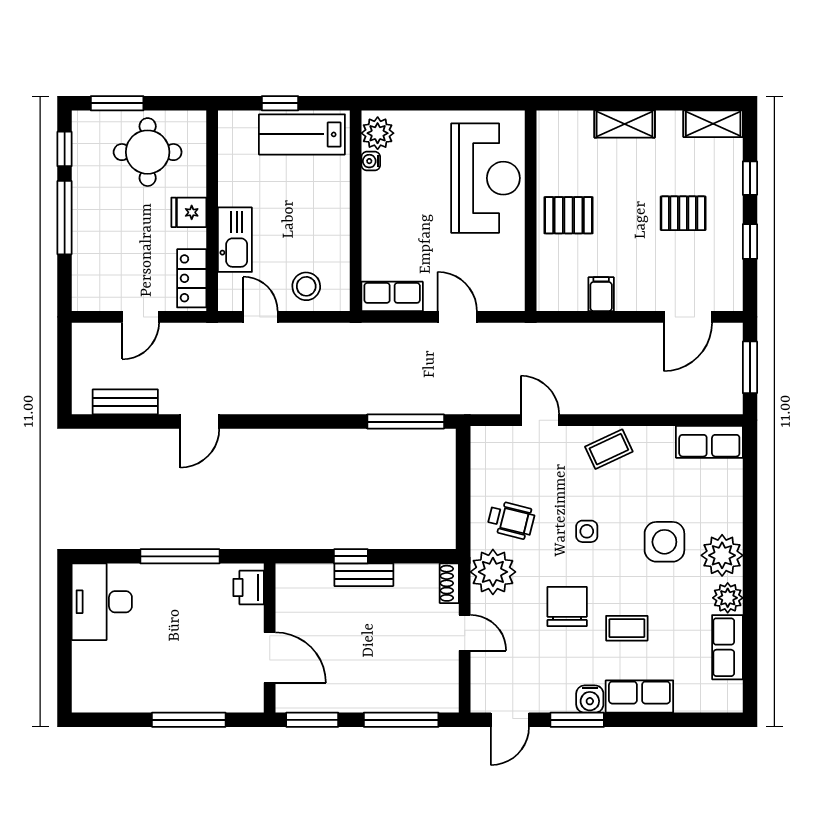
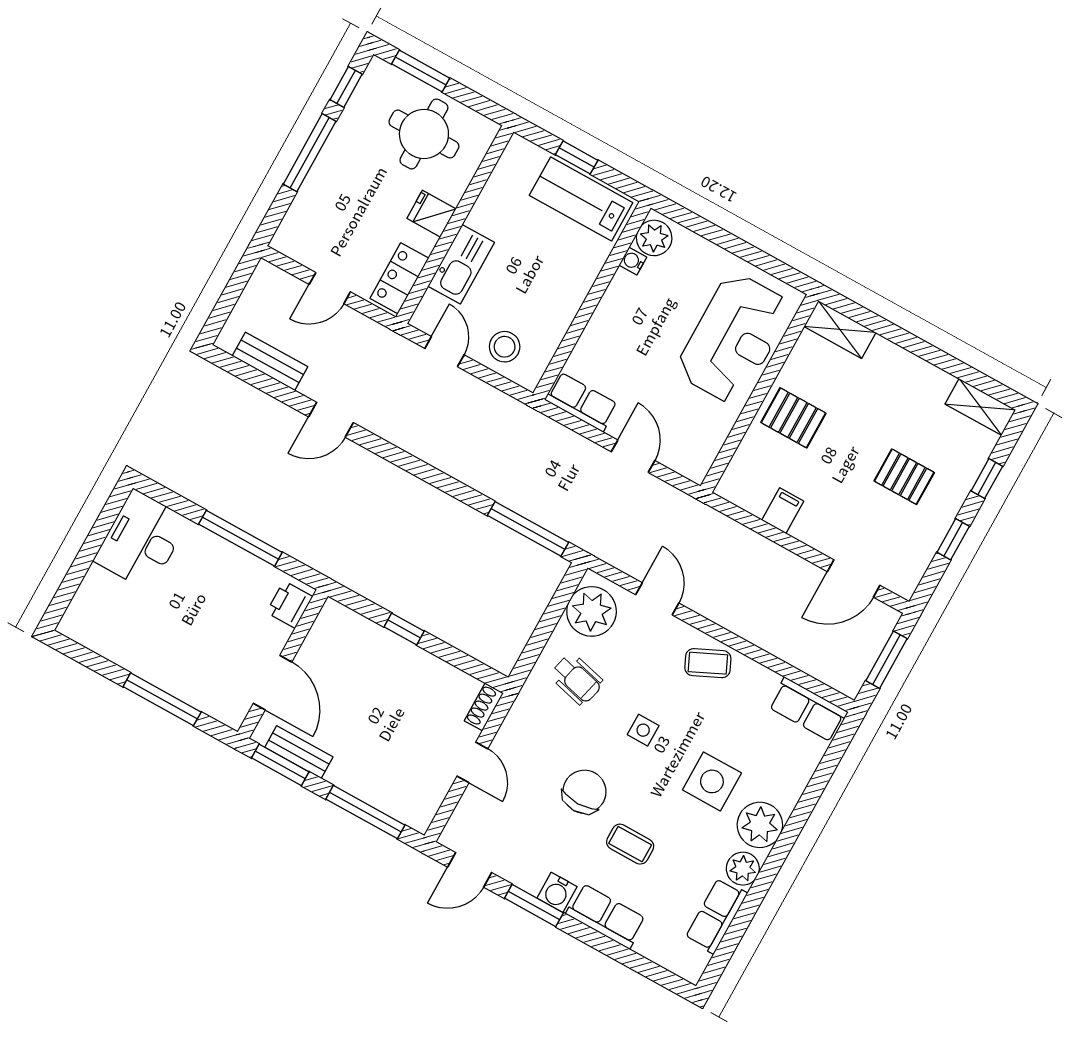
shelving: (625, 124) -> (840, 329), moved
plant: (493, 572) -> (592, 611), moved
bench: (364, 575) -> (299, 752), moved

